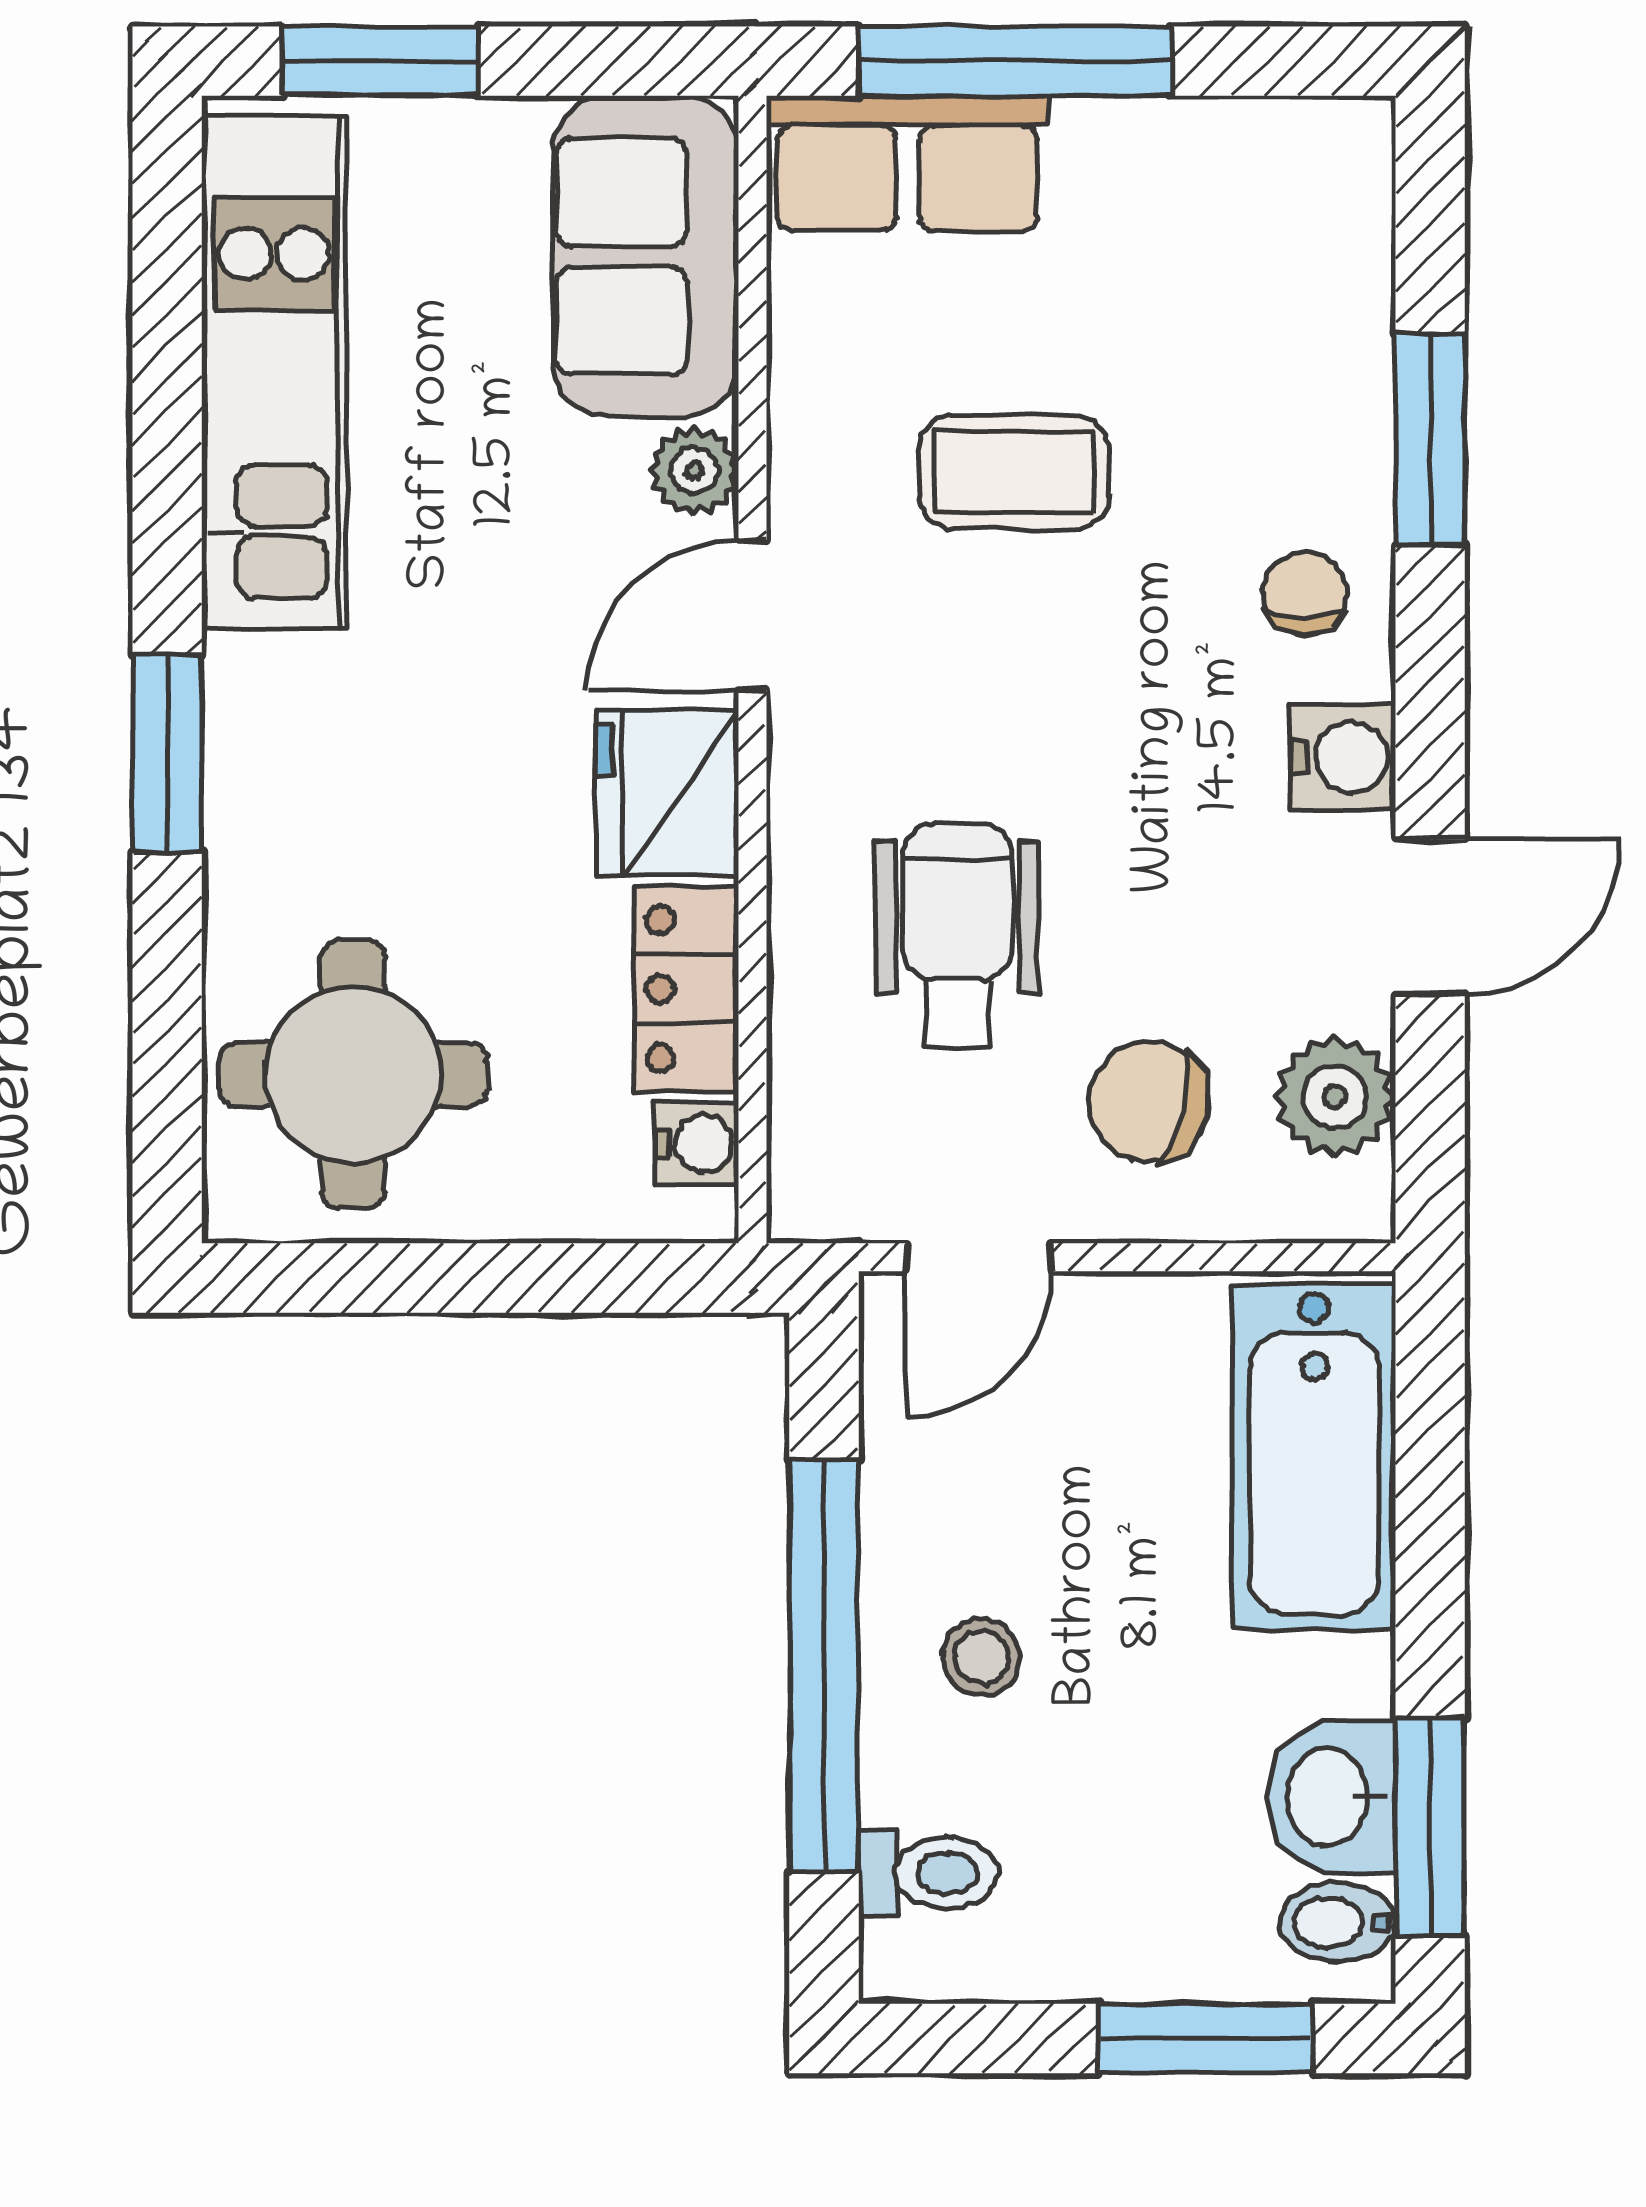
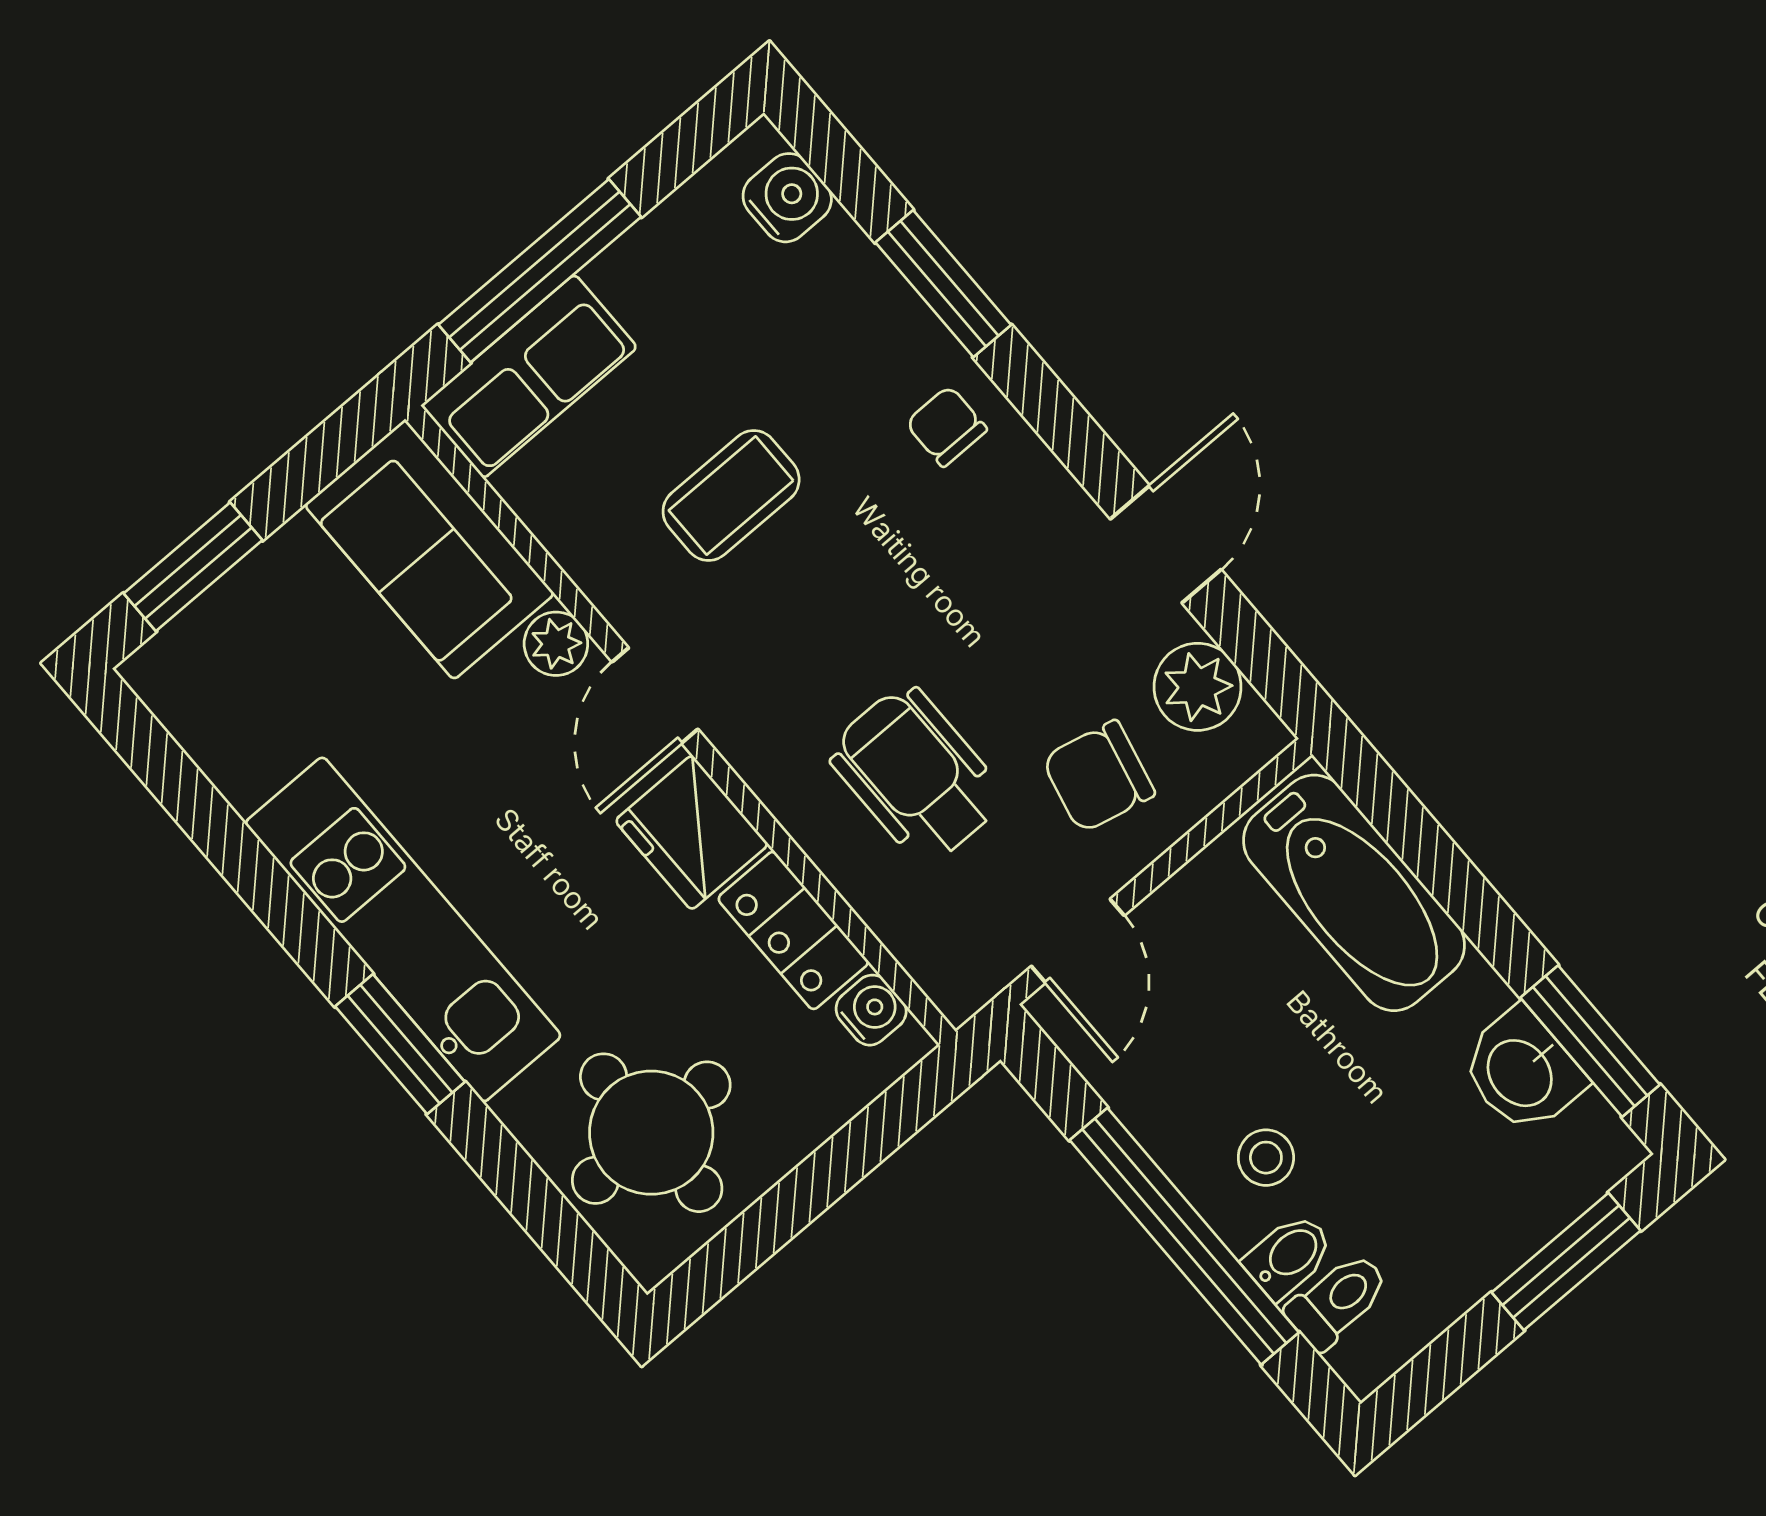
kitchen unit: (274, 372) -> (403, 929), moved
water cooler: (1343, 757) -> (787, 198), moved
bidet: (1338, 1922) -> (1289, 1256), moved, turned 180

